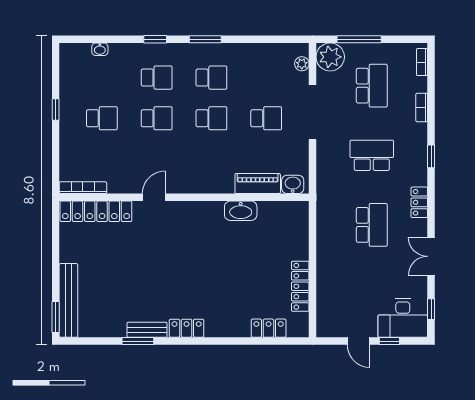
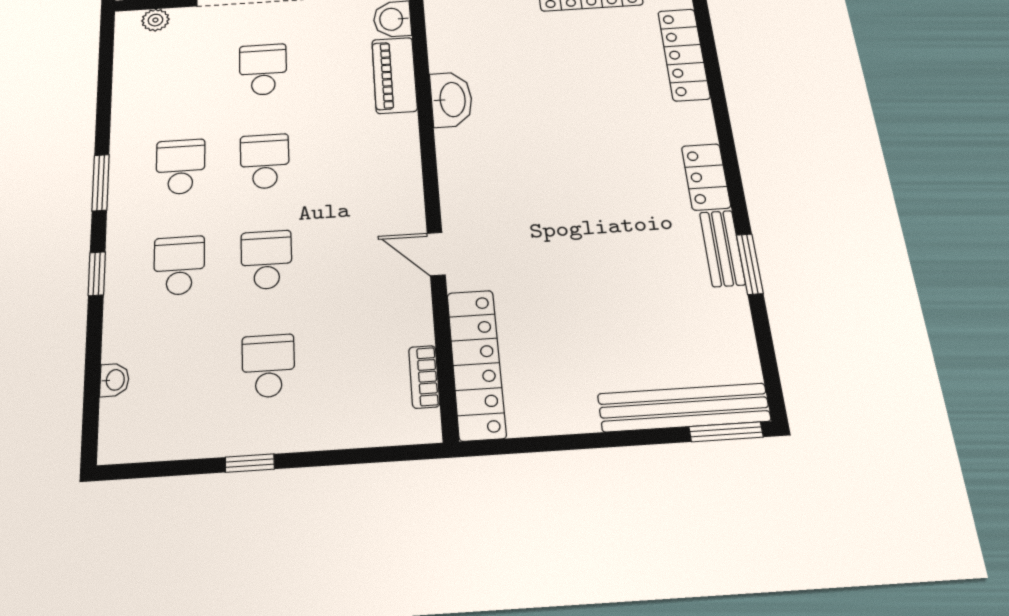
bookcase: (83, 188) -> (424, 377), width x0.64
locker: (269, 328) -> (684, 55), width x1.53

